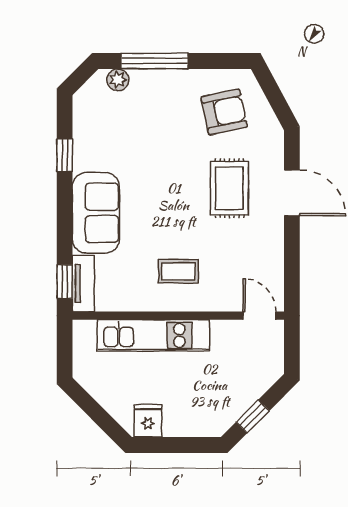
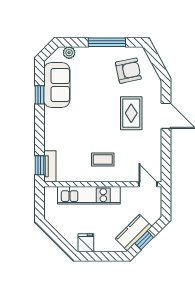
window: (155, 61) -> (107, 42), moved
sofa: (96, 213) -> (57, 85), moved
kitchen counter: (234, 402) -> (134, 233), added

